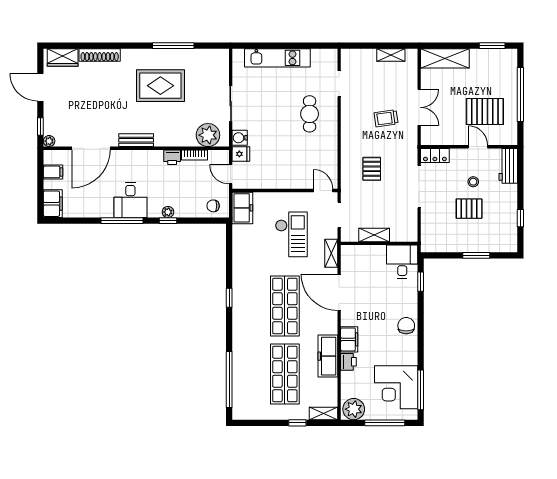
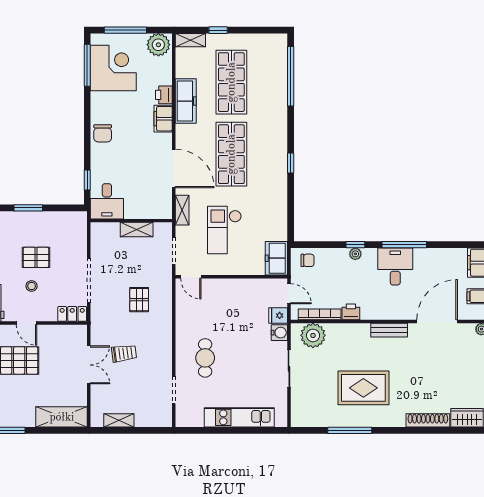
double door: (419, 107) -> (89, 365), swing flipped
bookcase: (194, 155) -> (320, 314), width x1.56

